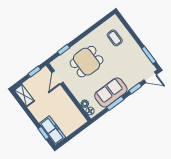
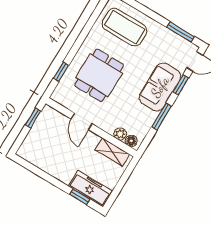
coffee table: (115, 38) -> (125, 27), width x1.86, depth x1.72
door: (57, 78) -> (82, 121), moved
sofa: (111, 93) -> (160, 87), moved
shelving: (24, 95) -> (112, 152), moved

